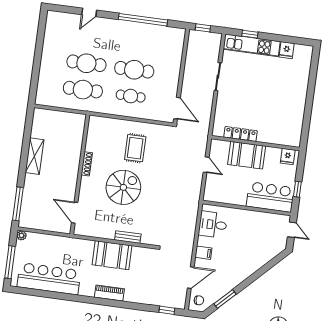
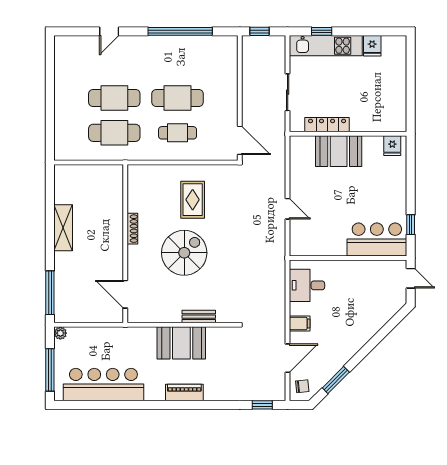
locker: (241, 134) -> (327, 125), moved
wall: (255, 143) -> (348, 134), moved
booth: (247, 155) -> (339, 151), moved
fridge: (288, 157) -> (392, 146), moved

